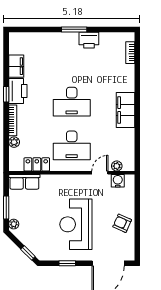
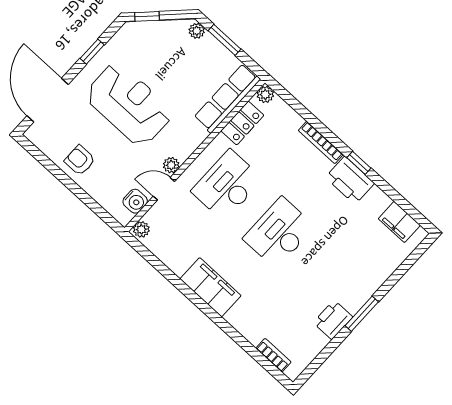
filing cabinet: (16, 66) -> (399, 222), moved
plant: (14, 142) -> (265, 94), moved
plant: (117, 166) -> (141, 229), moved
door: (100, 173) -> (164, 189), swing flipped
plant: (86, 179) -> (171, 165), added
row of seats: (24, 182) -> (227, 98), width x1.48
armchair: (122, 223) -> (80, 160), turned -114

